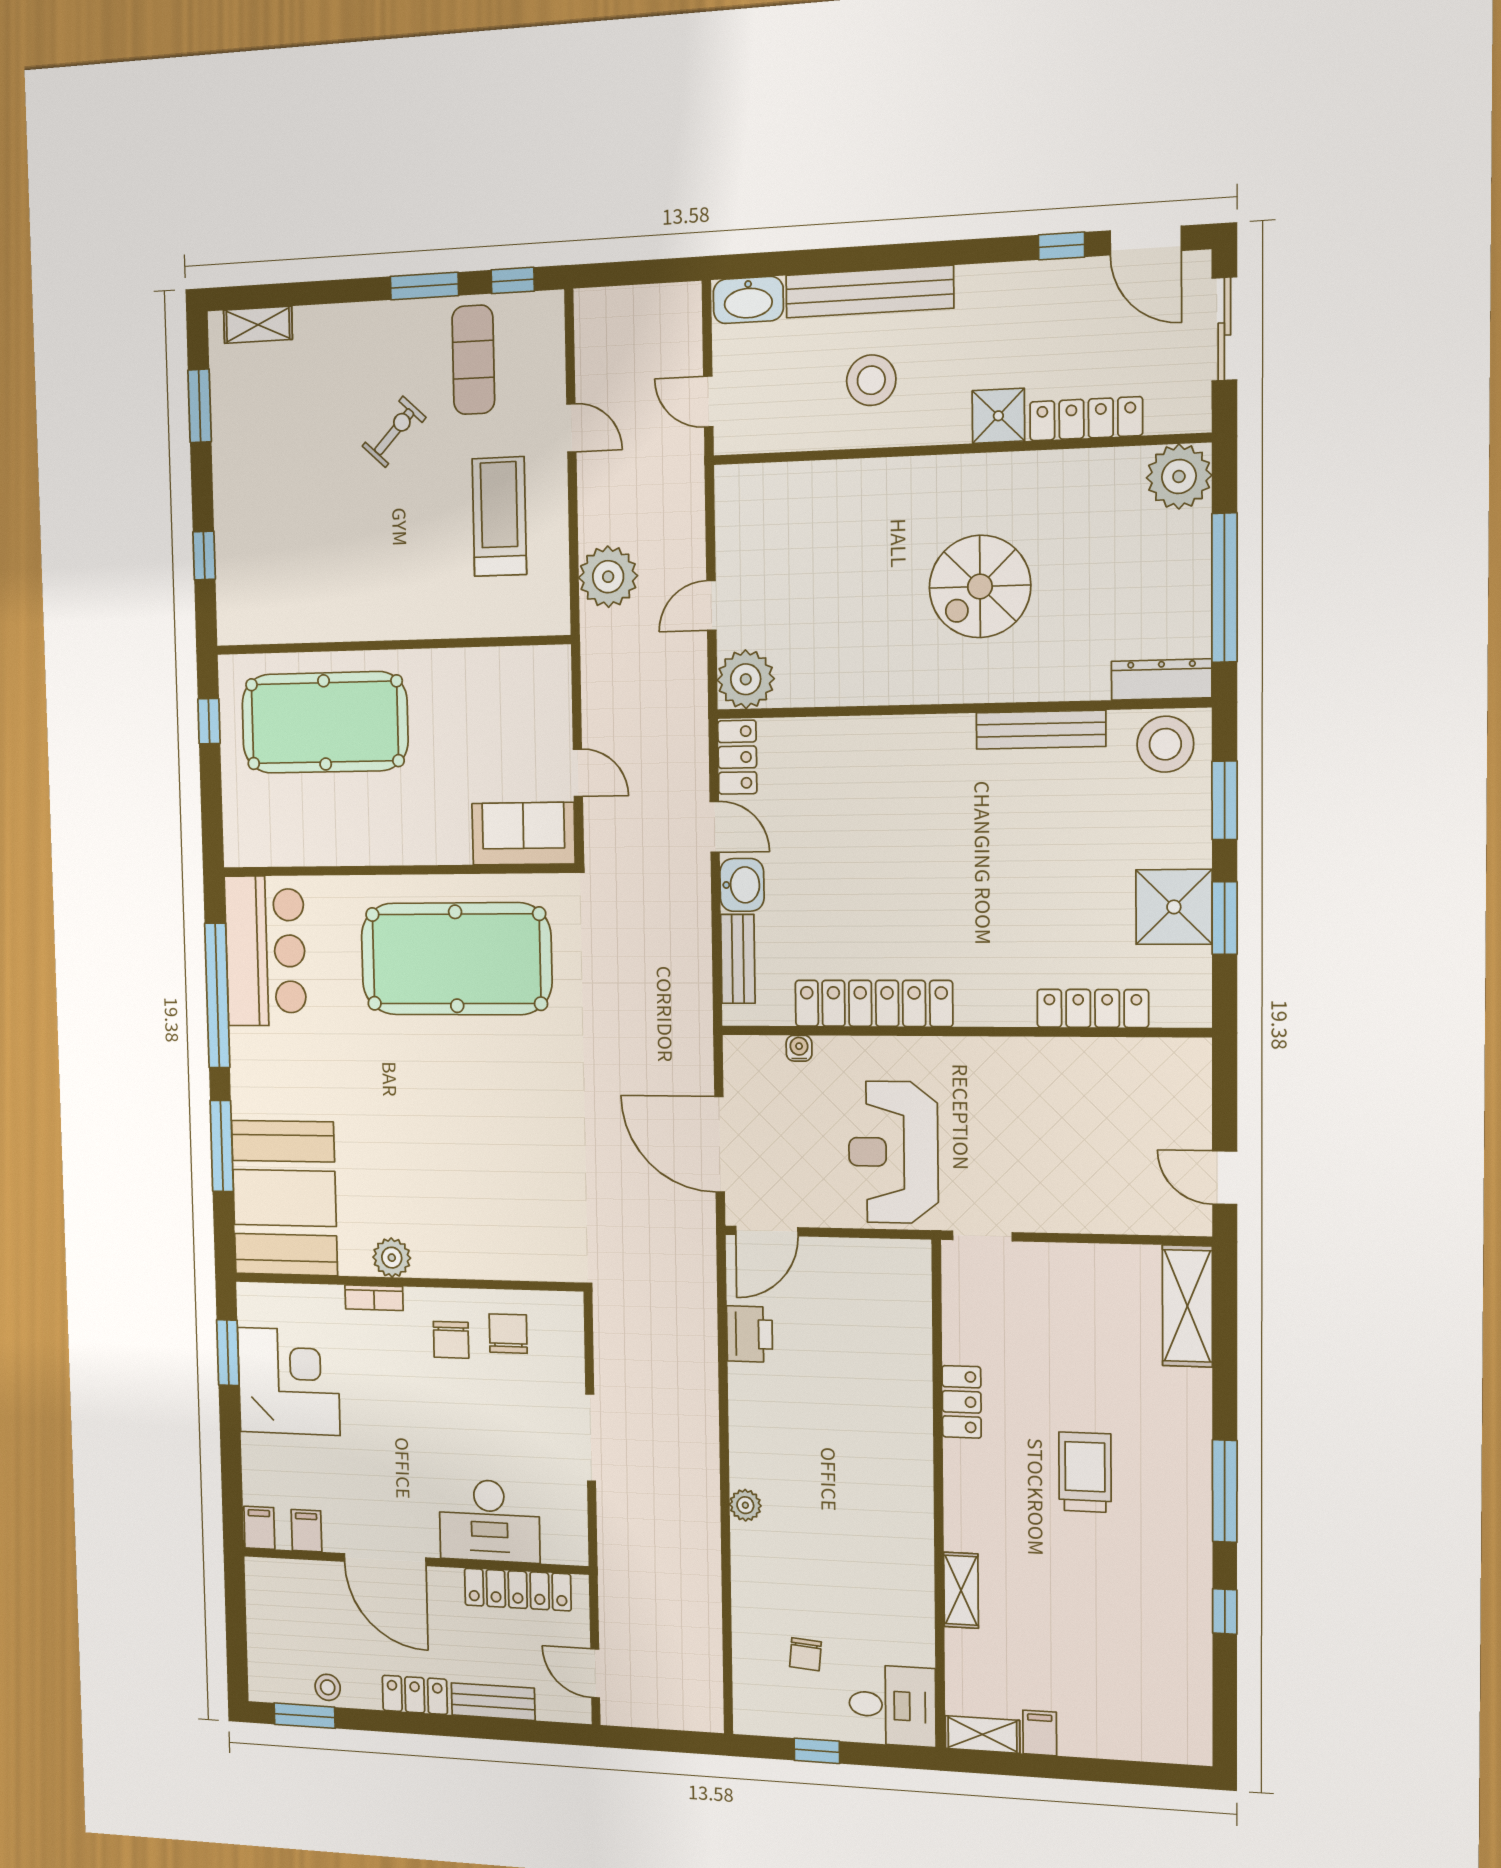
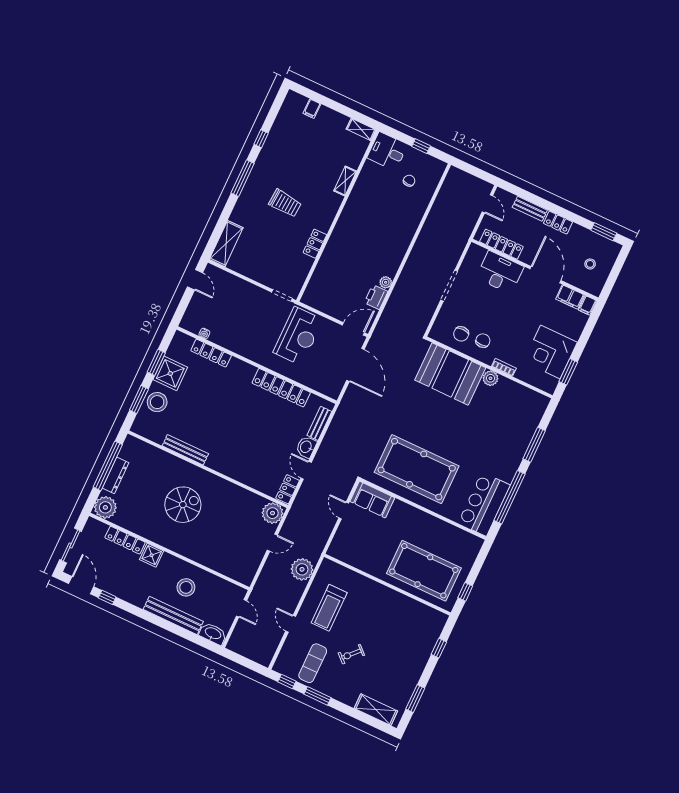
shelving: (258, 325) -> (376, 710), width x1.50, depth x1.33
dresser: (1161, 679) -> (115, 475), moved, turned -90
stool: (1165, 744) -> (157, 402), moved
water cooler: (799, 1048) -> (204, 334), moved
booth: (284, 1198) -> (450, 374), moved, turned 90
trolley: (1085, 1472) -> (285, 203), turned -86
plant: (745, 1505) -> (386, 282), moved
filing cabinet: (306, 1531) -> (570, 297), width x2.00
stool: (328, 1687) -> (590, 264), moved
filing cabinet: (1040, 1733) -> (312, 109), moved

